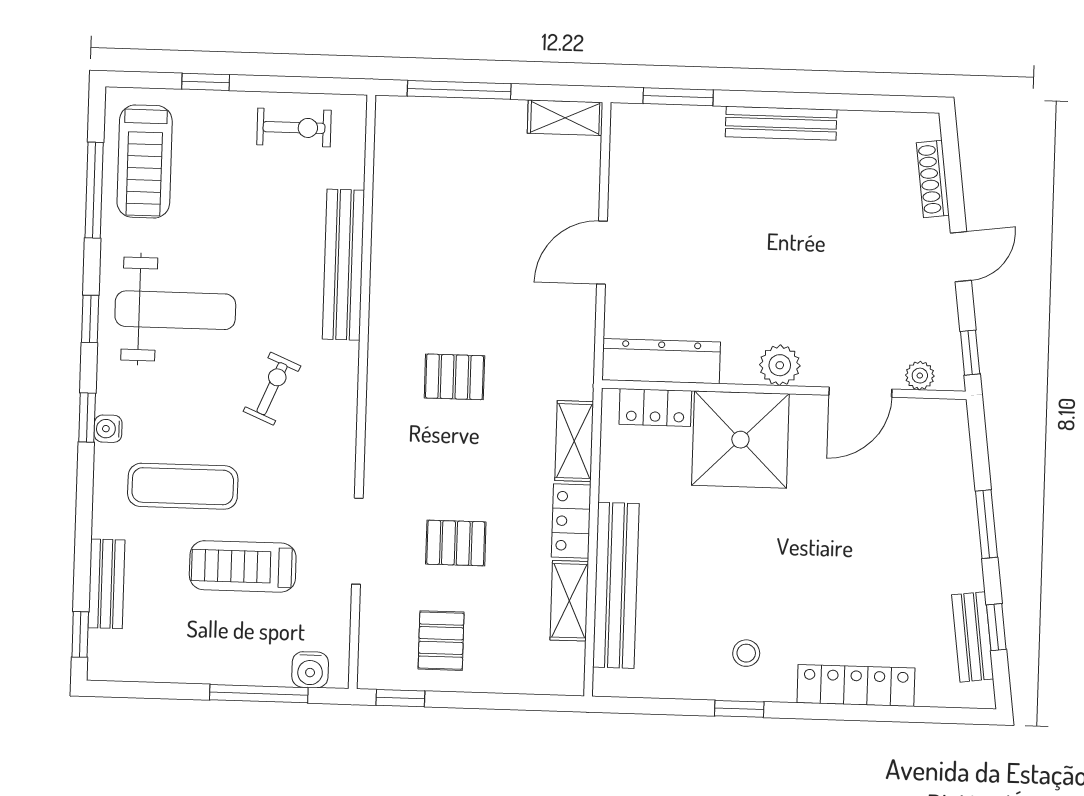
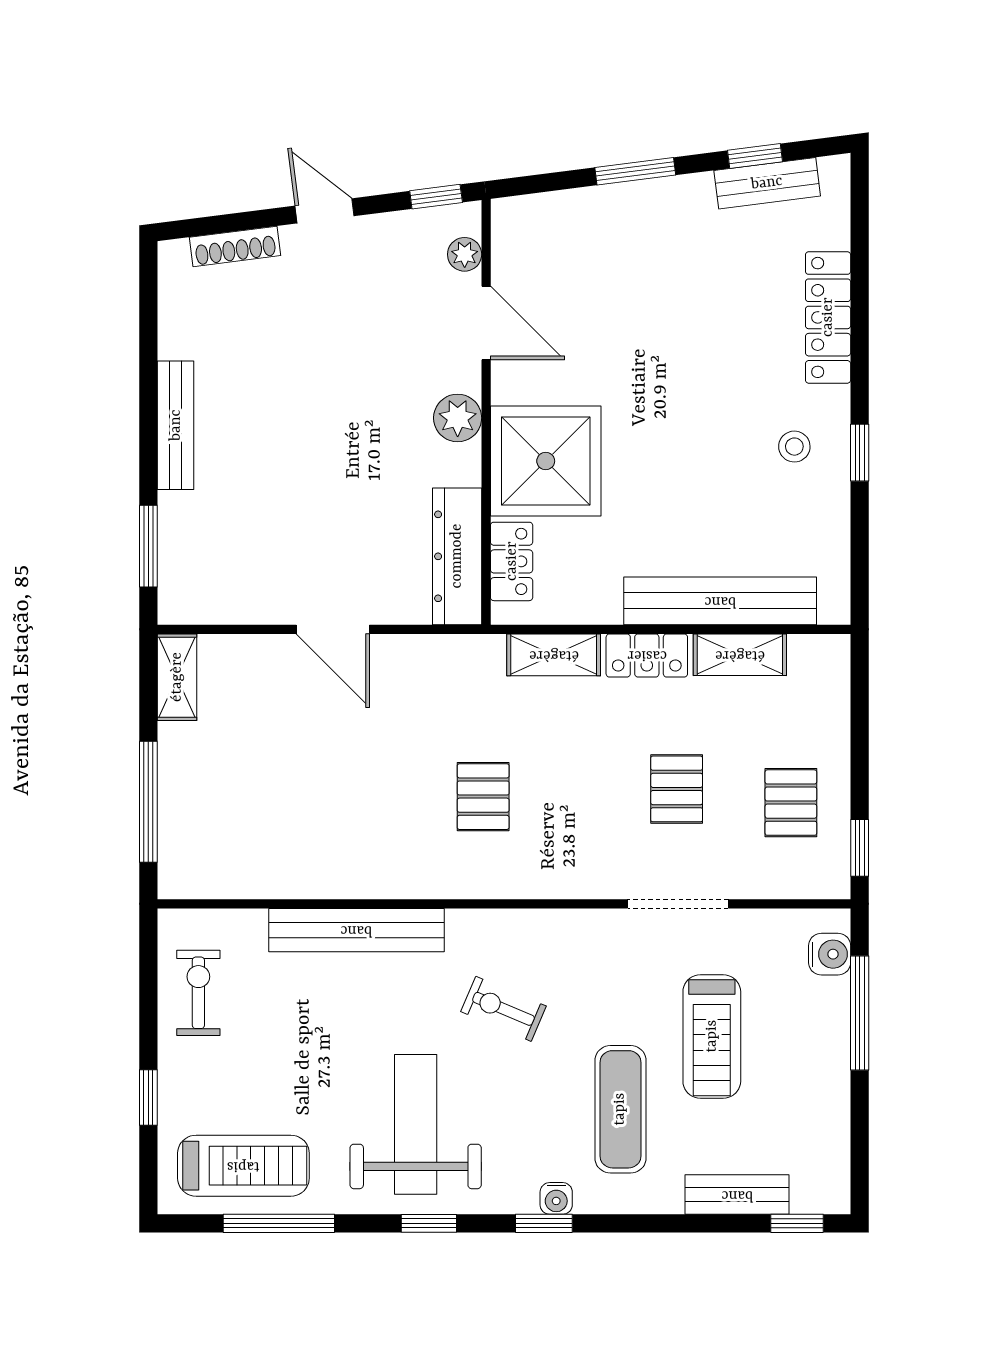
pallet: (441, 641) -> (791, 803), turned 90

